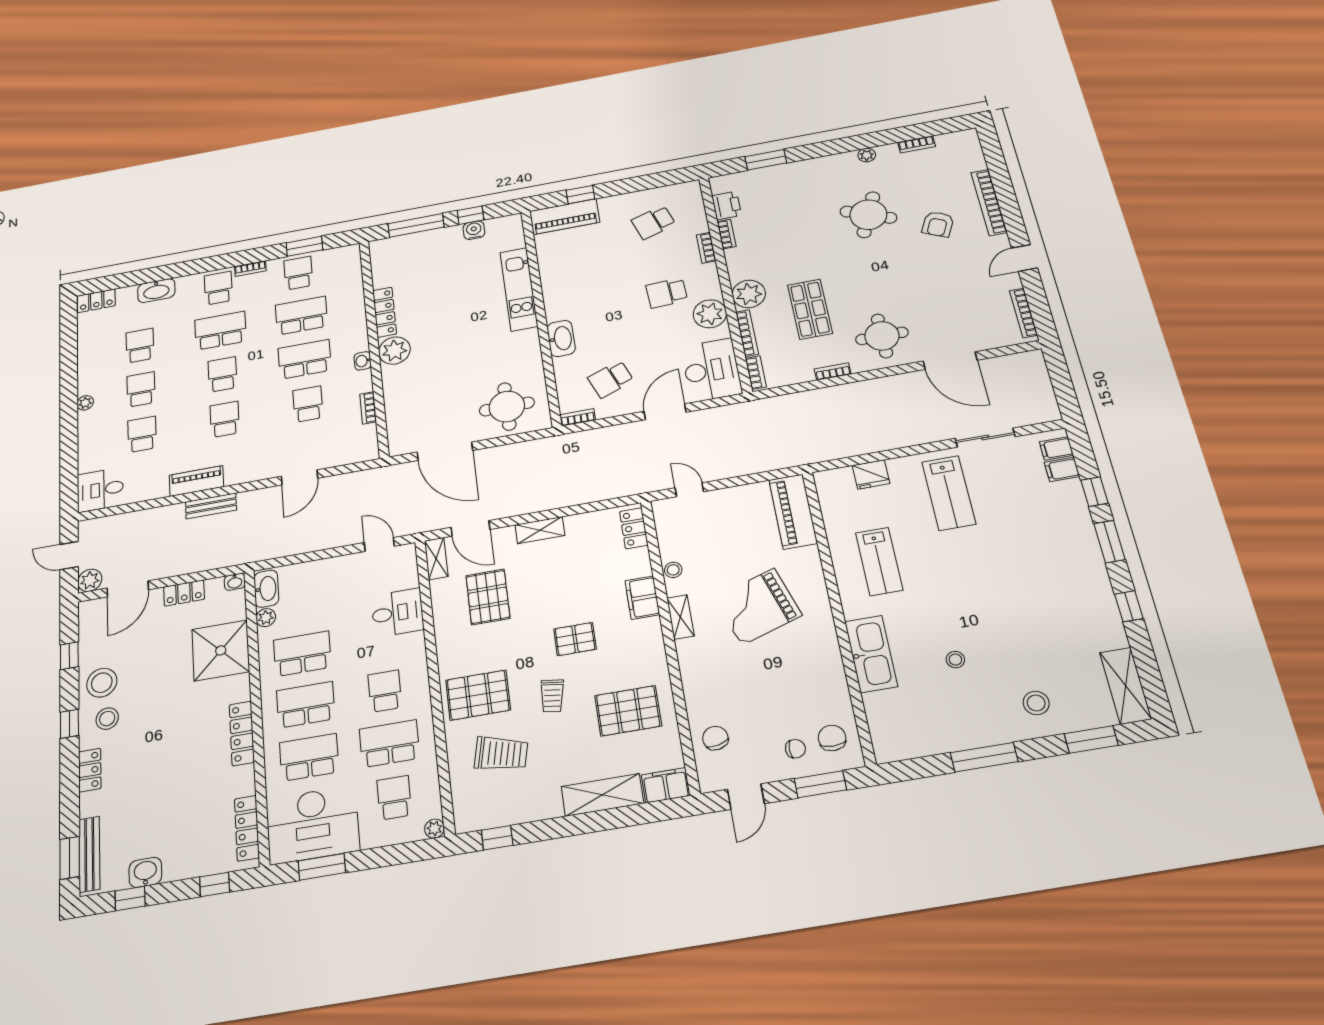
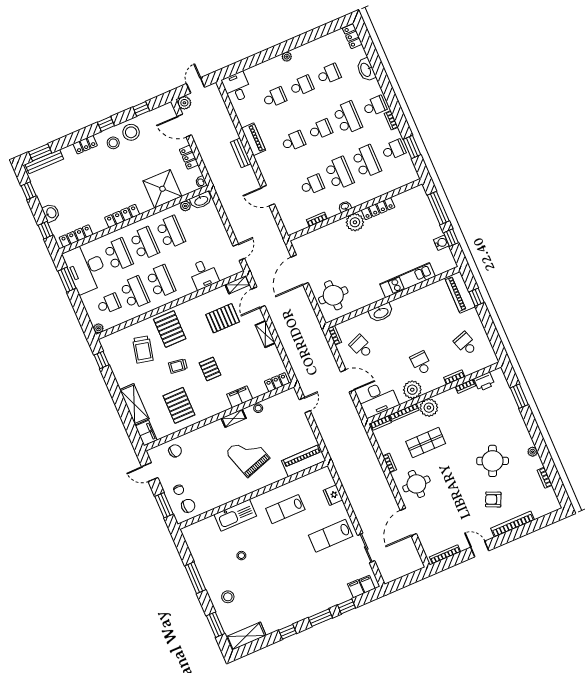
school desk: (385, 691) -> (161, 281), width x1.85
washbasin: (145, 872) -> (51, 213), moved

